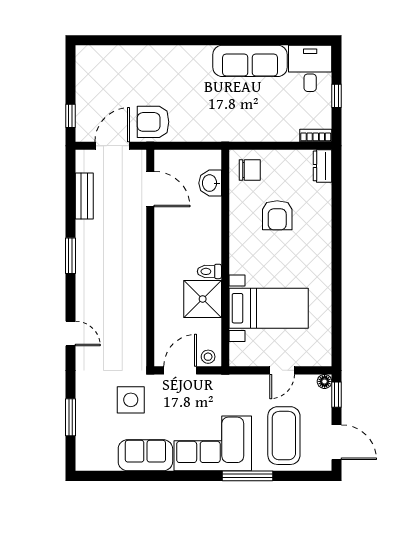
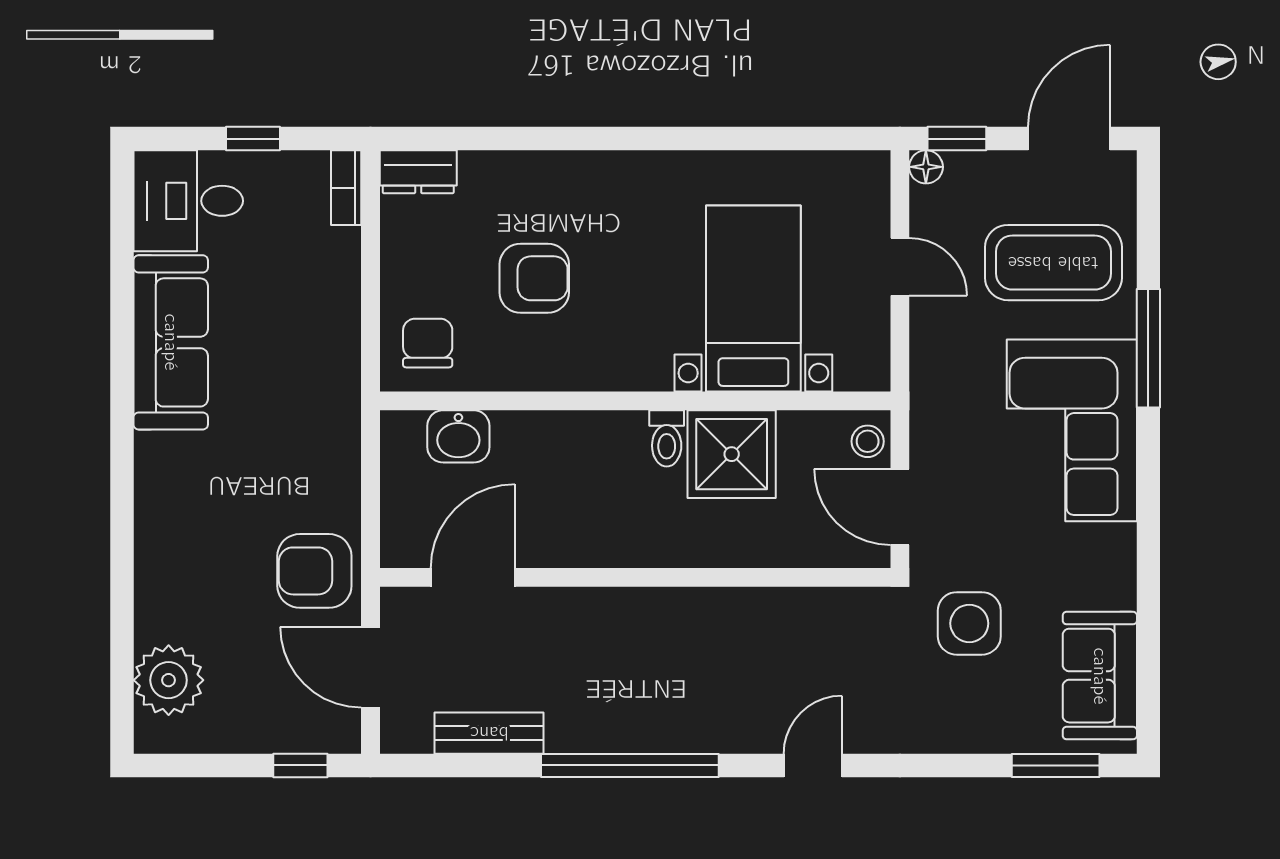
plant: (107, 60) -> (169, 680), added
armchair: (153, 122) -> (314, 571), turned 90
window: (70, 256) -> (630, 765), width x2.11
window: (70, 417) -> (1056, 765), moved
sofa: (145, 455) -> (1100, 676), moved

